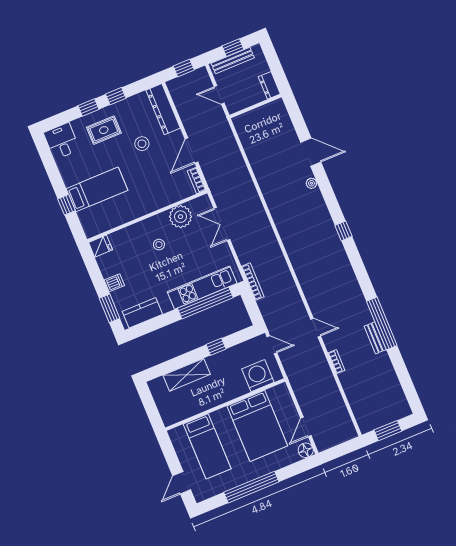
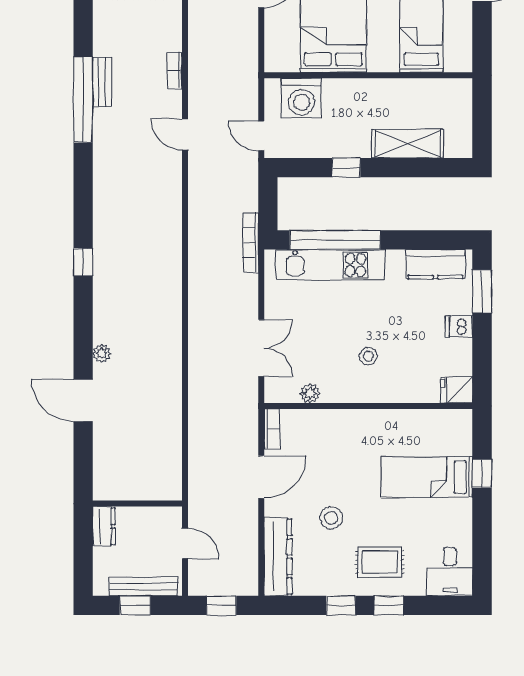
plant: (181, 217) -> (310, 393), width x0.53, depth x0.53

